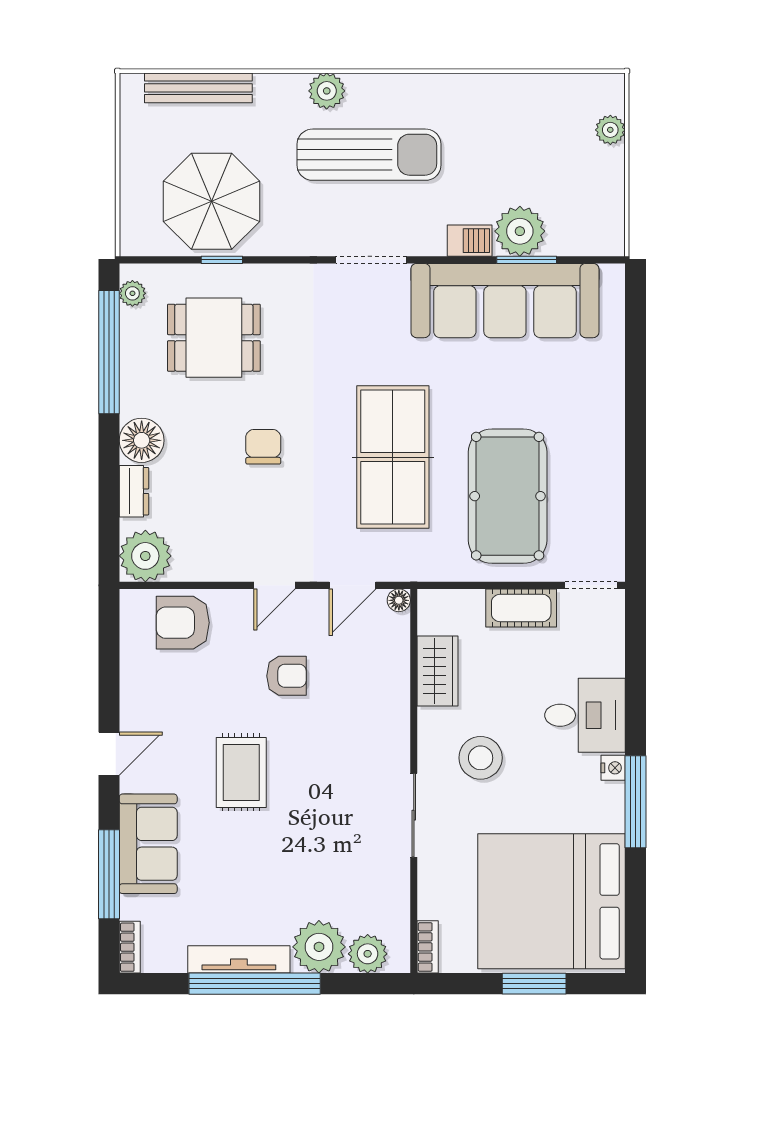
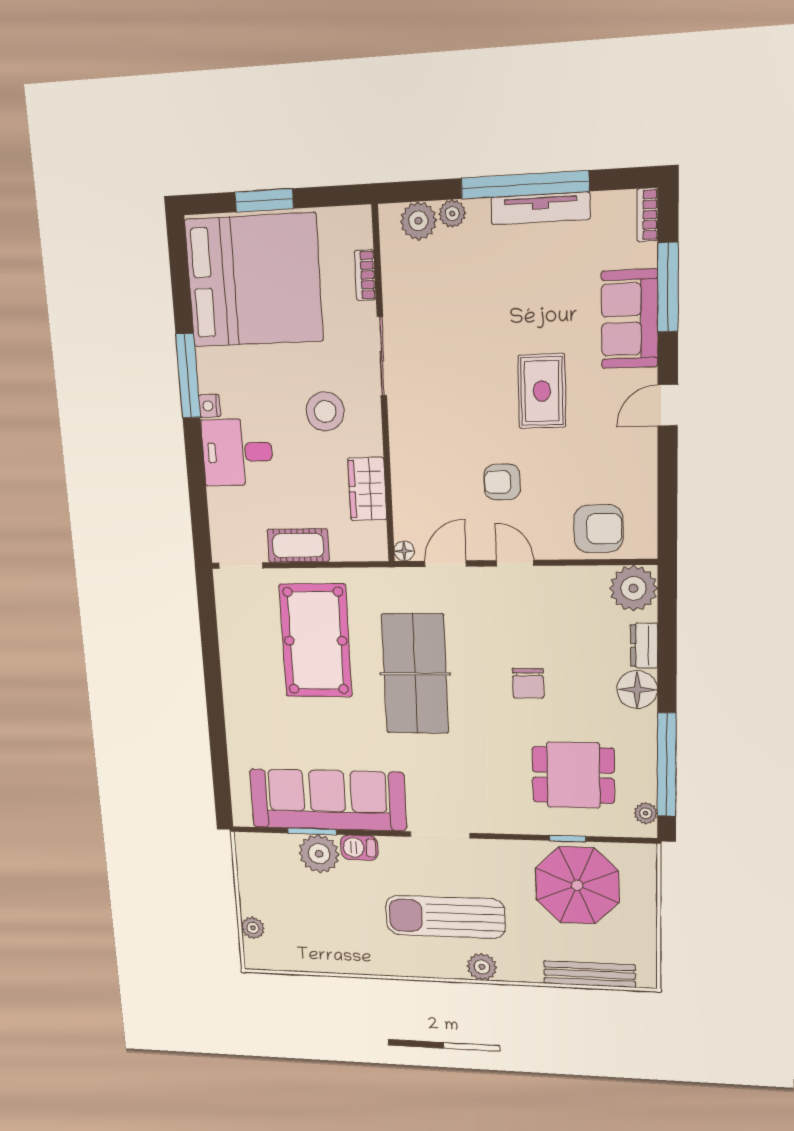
door: (275, 585) -> (515, 563), hinge flipped
plant: (319, 947) -> (452, 214), width x0.53, depth x0.53
bookcase: (428, 947) -> (365, 275), moved

